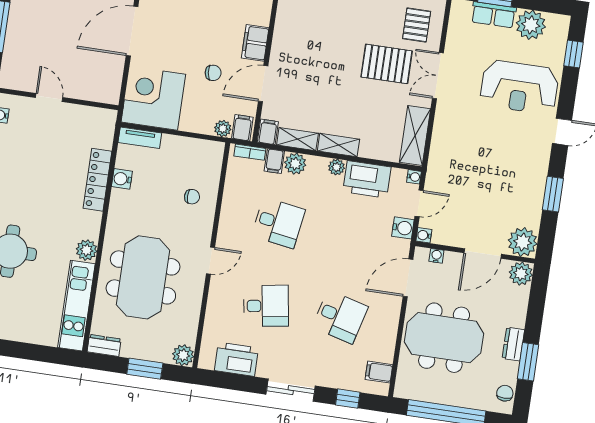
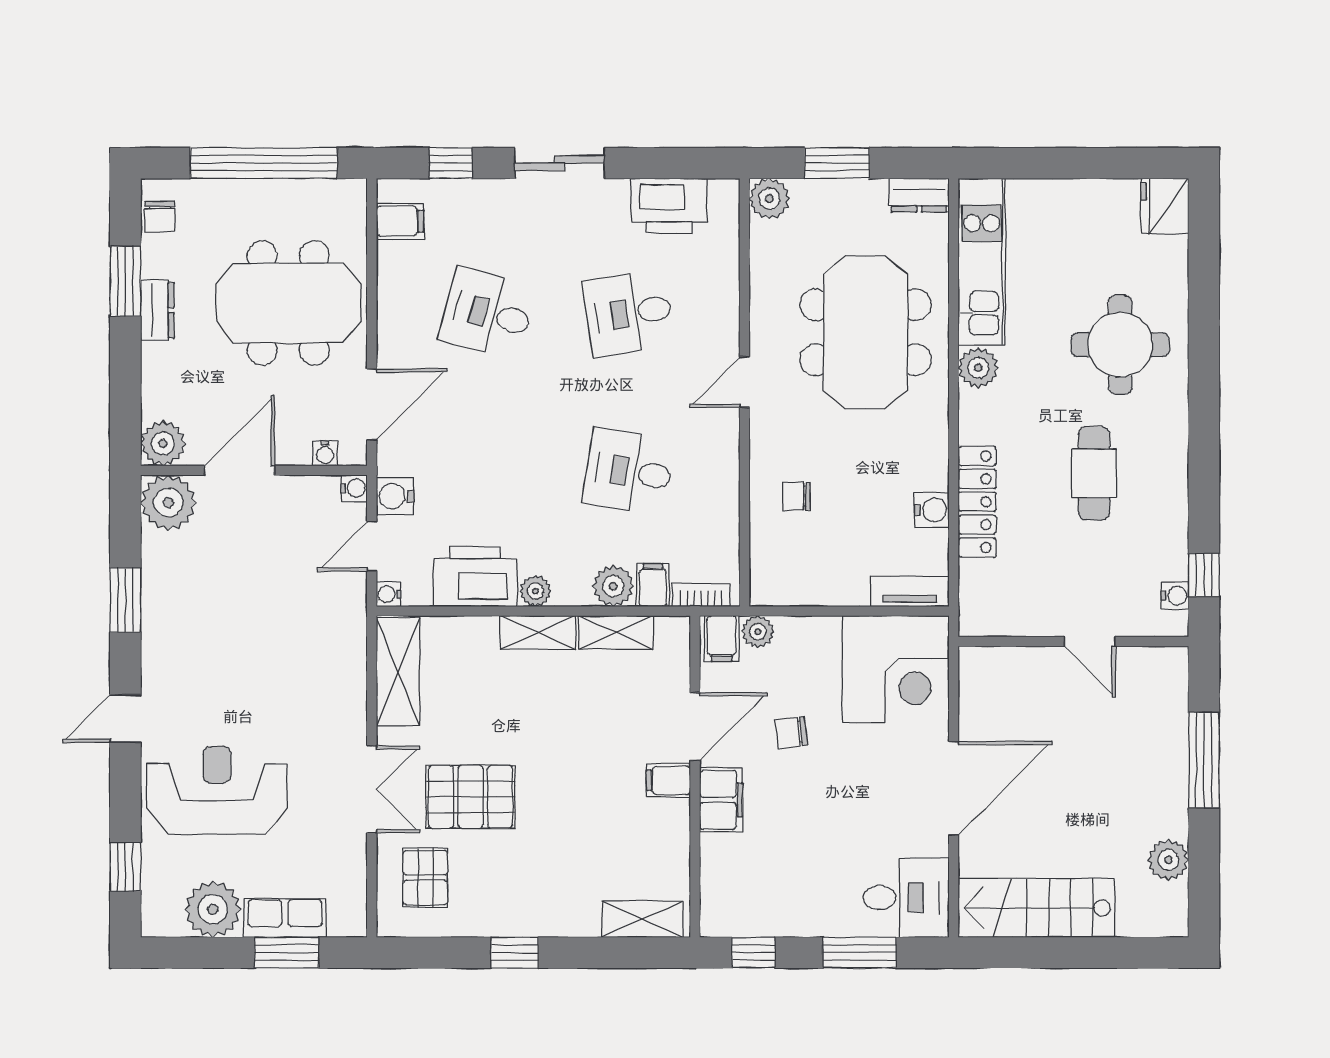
filing cabinet: (268, 132) -> (668, 780), moved, turned 90
cafe table: (34, 186) -> (1094, 473), added

